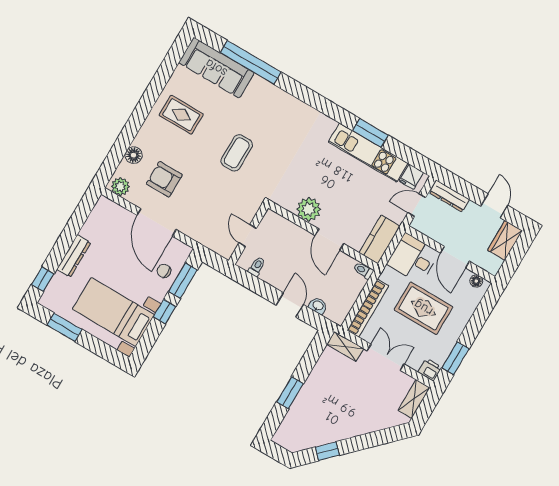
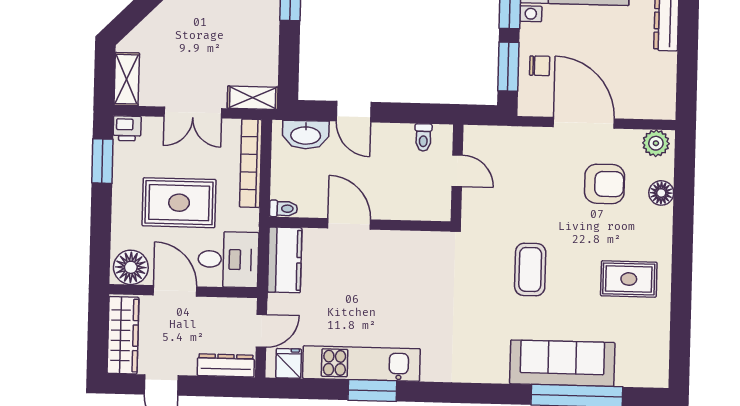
sofa: (216, 68) -> (562, 363), moved
plant: (309, 209) -> (397, 248), removed
wardrobe: (505, 240) -> (123, 335), width x1.50
floor lamp: (476, 281) -> (131, 267), width x1.89, depth x1.89
washbasin: (318, 306) -> (306, 135), width x1.91, depth x1.45

